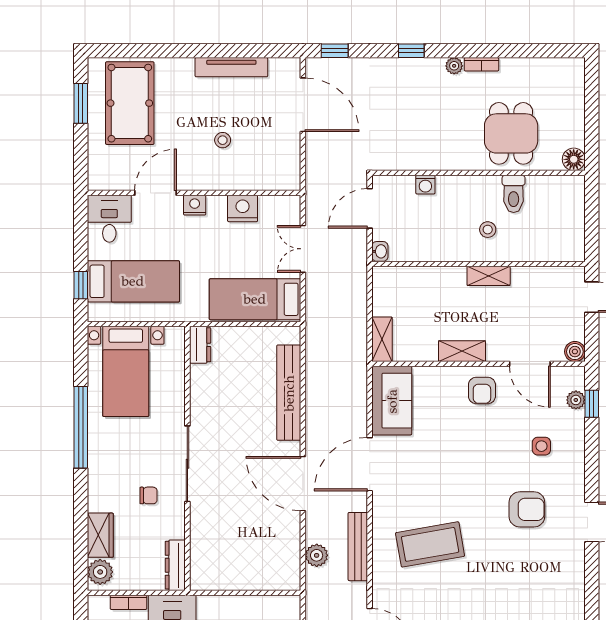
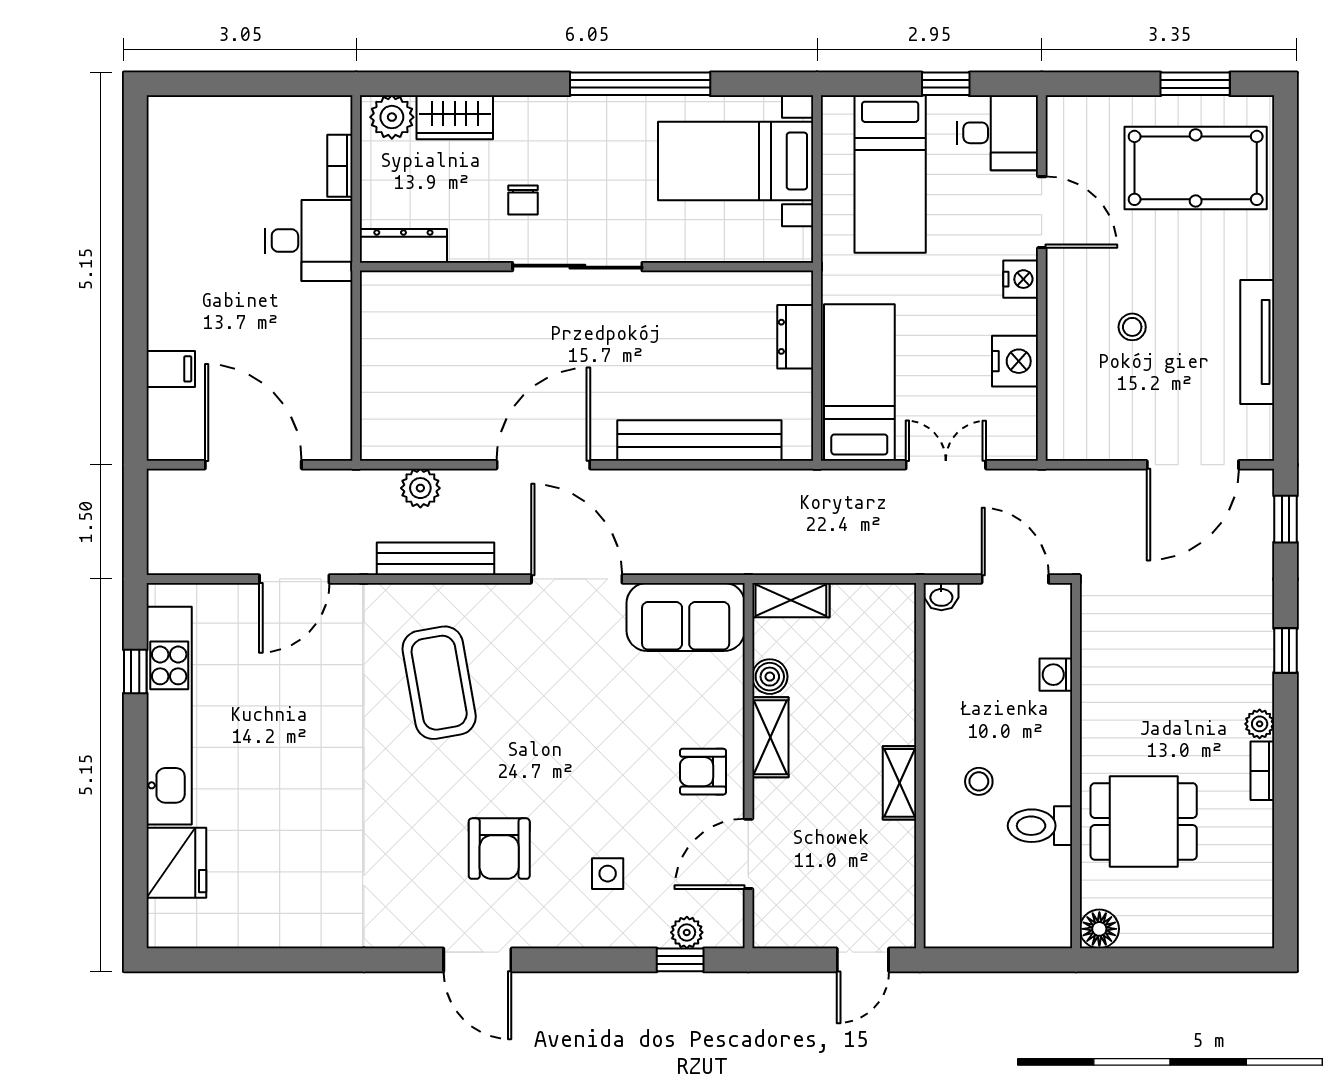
window: (81, 285) -> (946, 84), moved
dresser: (200, 345) -> (795, 337), moved, turned 90
boiler: (575, 352) -> (770, 677), moved

